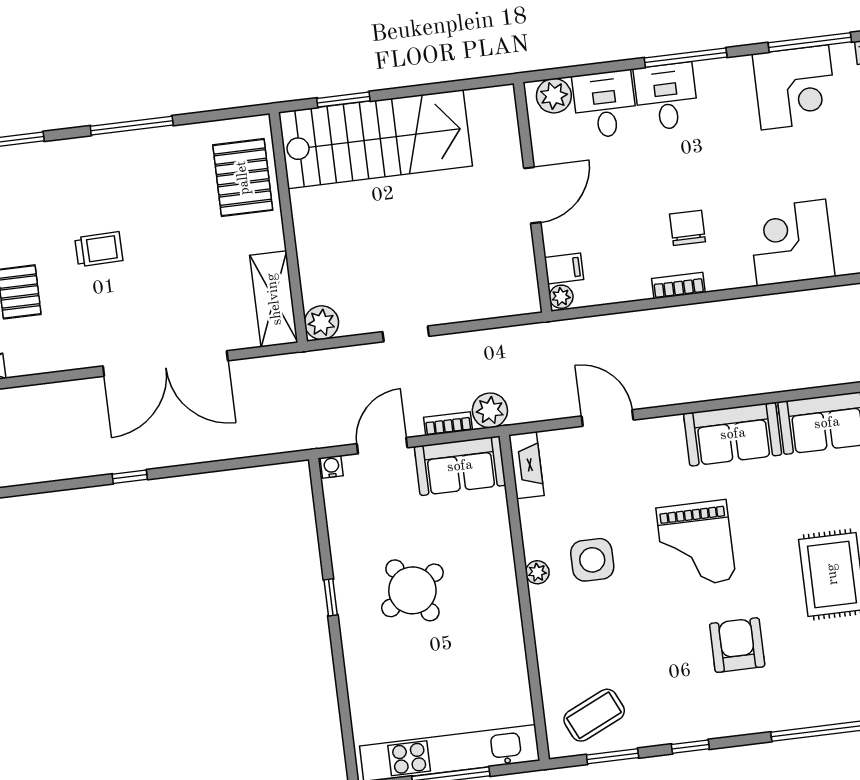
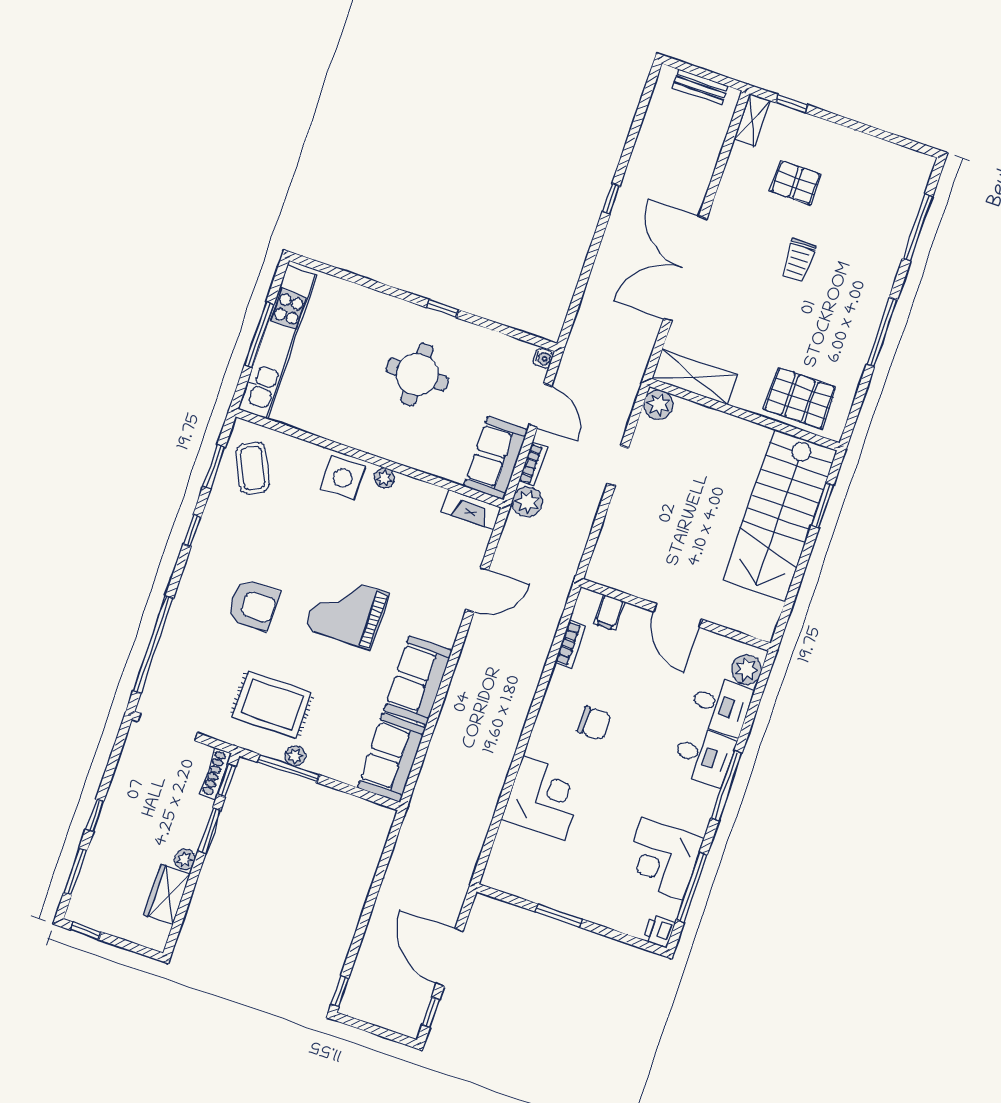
bookcase: (678, 286) -> (570, 644), moved
plant: (561, 297) -> (588, 600), removed
side table: (592, 560) -> (343, 478), moved
round table: (412, 590) -> (417, 375), turned 32

